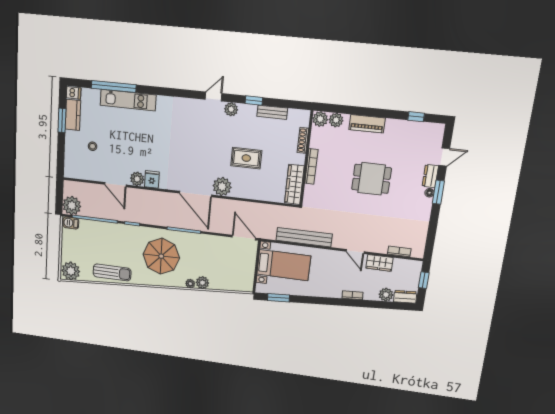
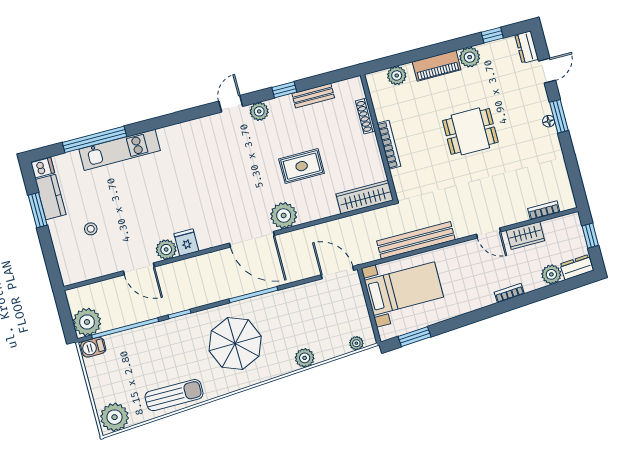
plant: (320, 119) -> (470, 57), moved
dresser: (430, 176) -> (527, 47), moved
wardrobe: (294, 184) -> (365, 197), moved, turned 90
plant: (190, 284) -> (356, 343), moved

